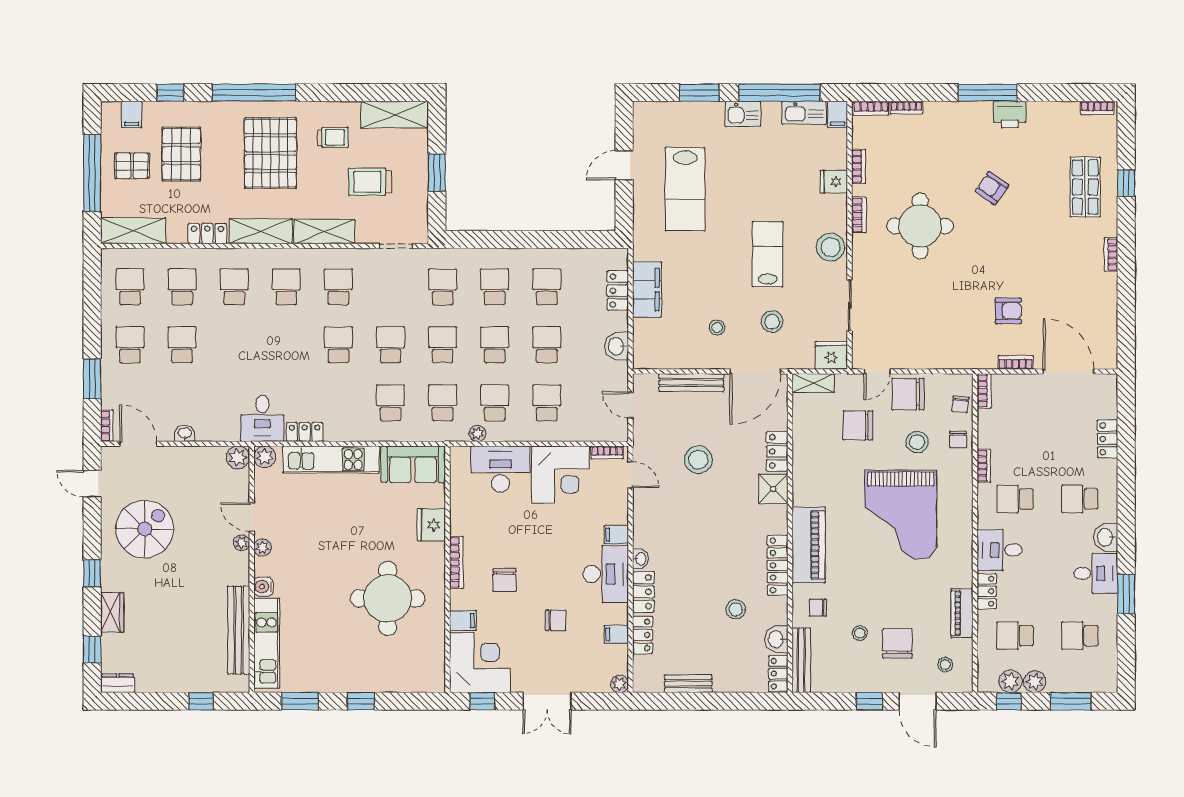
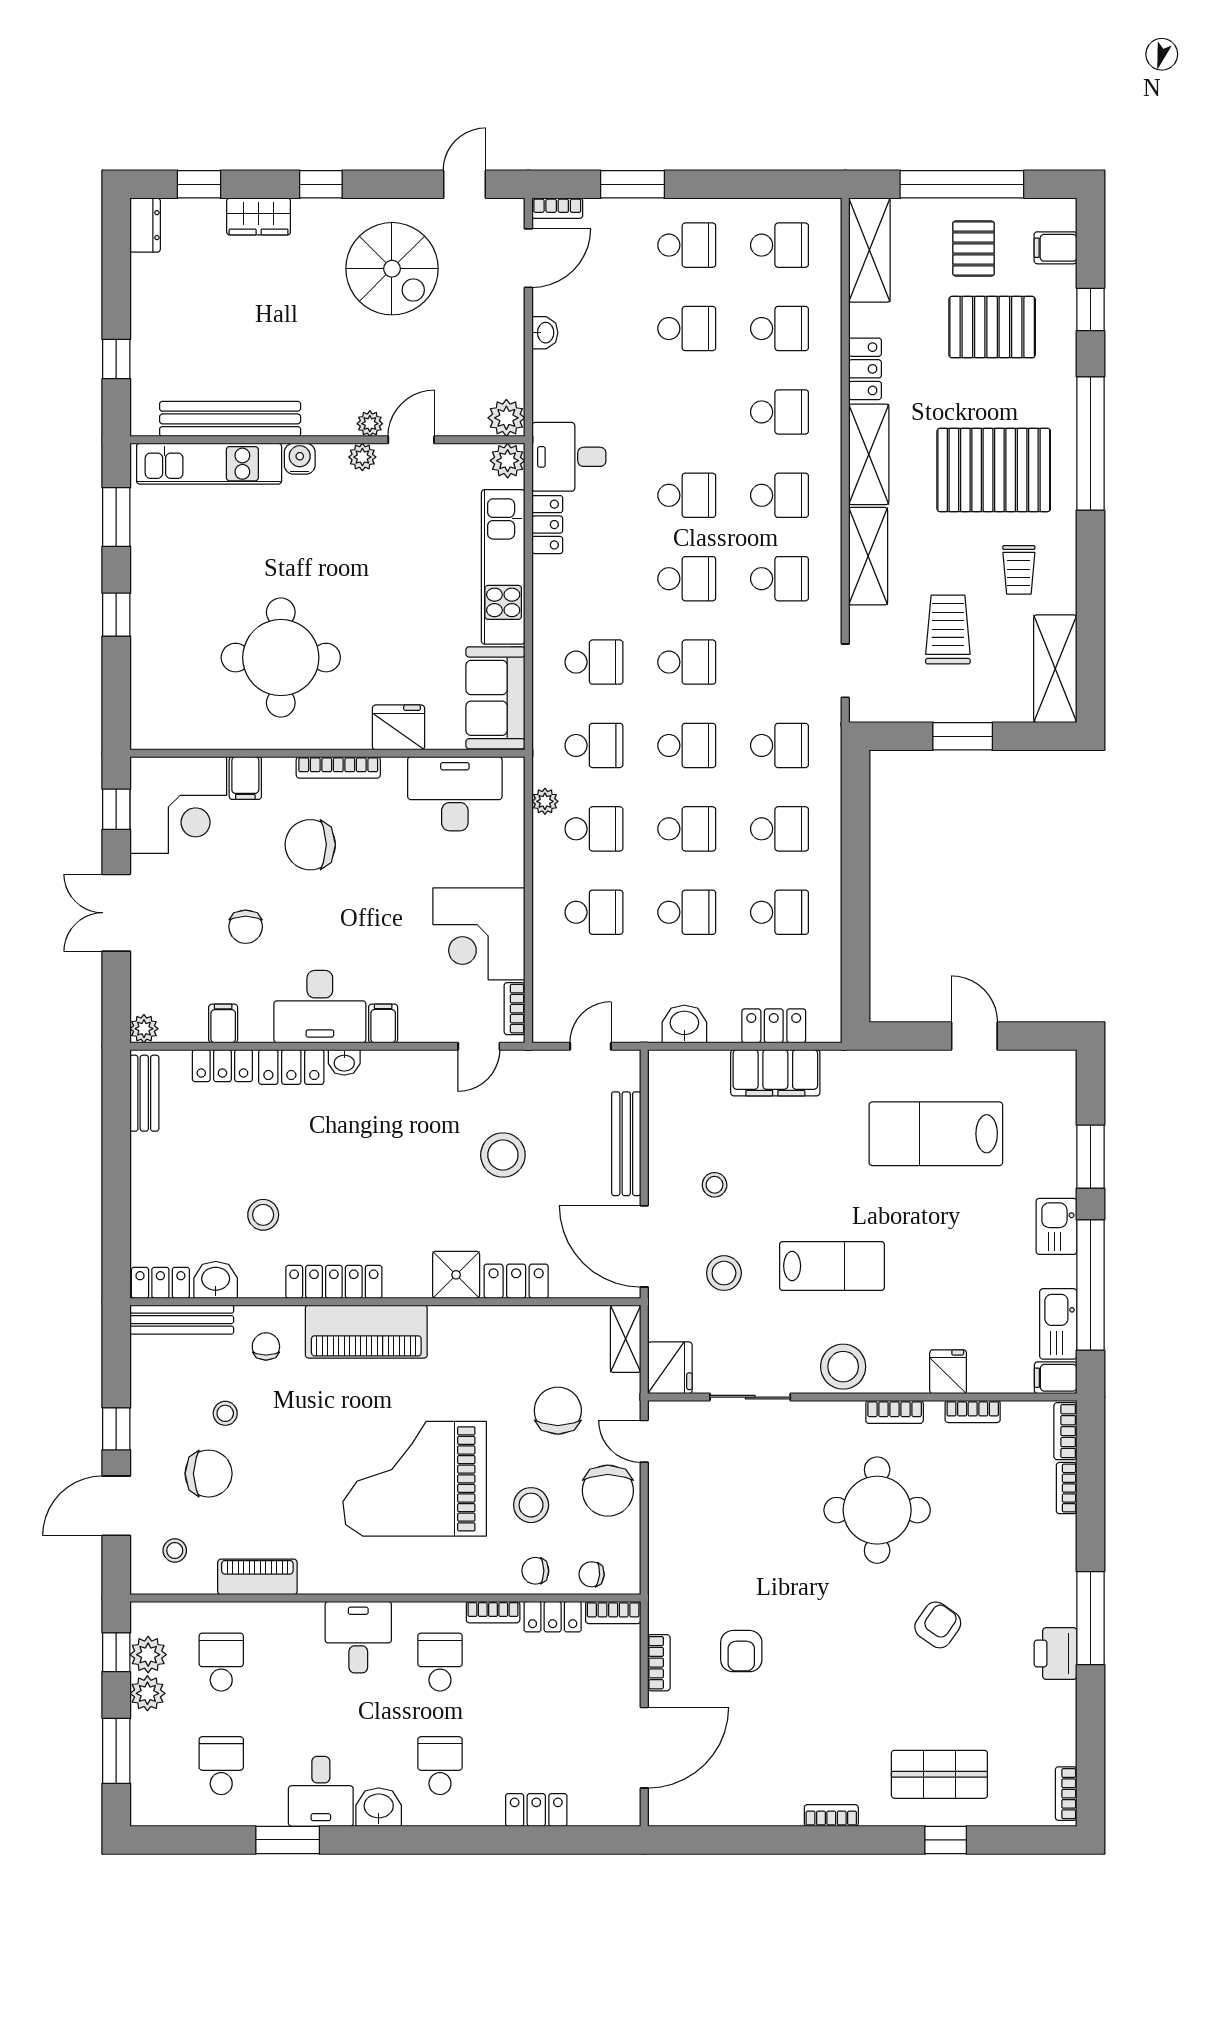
school desk: (286, 345) -> (687, 495), added
chair: (908, 394) -> (608, 1491), turned 180
desk: (500, 469) -> (455, 794), moved, turned -90
chair: (505, 580) -> (310, 845), width x1.37, depth x1.37
locker: (987, 591) -> (553, 1617), moved
bench: (688, 684) -> (144, 1093), moved

